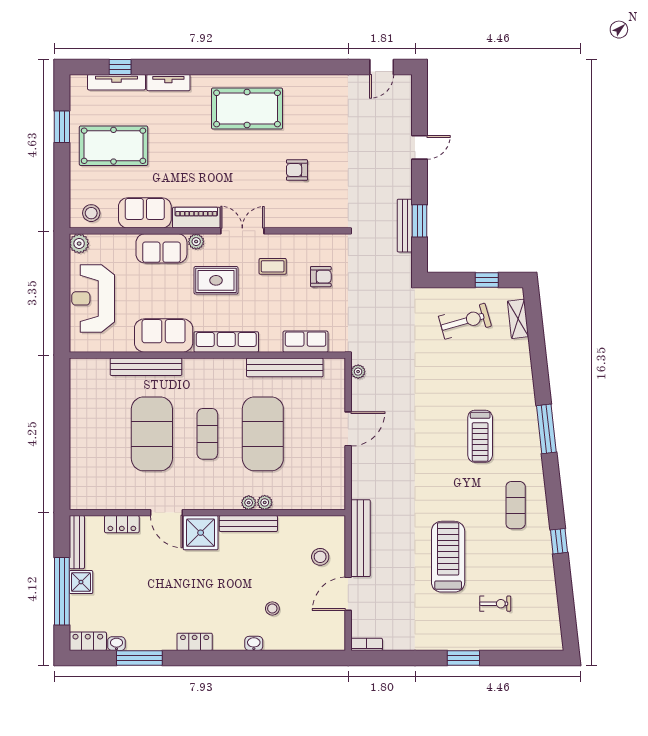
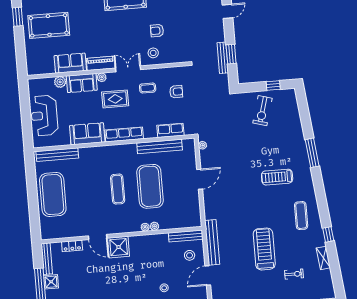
stool: (91, 213) -> (153, 53), moved
plant: (79, 244) -> (60, 82), moved
shelving: (518, 319) -> (323, 258), moved
exercise bike: (465, 321) -> (263, 111), turned 122
bench: (146, 367) -> (57, 155), moved
window: (546, 429) -> (312, 153), moved
exercise mat: (152, 434) -> (53, 194), moved
treadmill: (480, 436) -> (277, 177), turned 90
bench: (248, 524) -> (186, 236), moved

